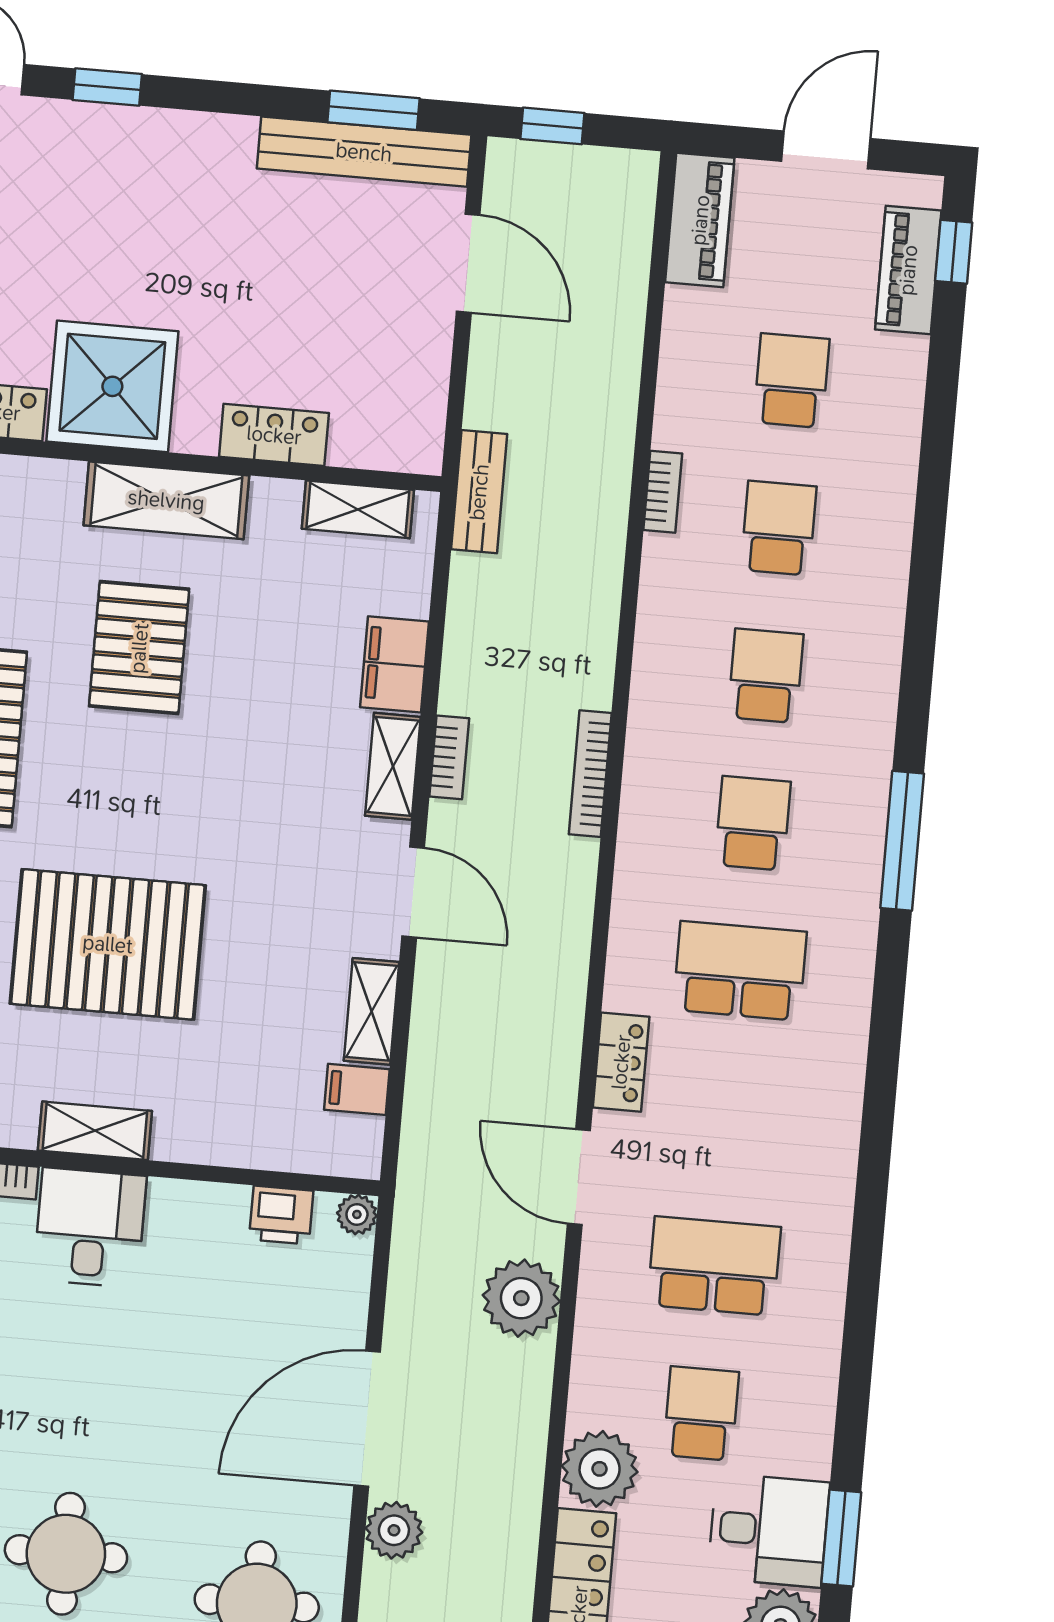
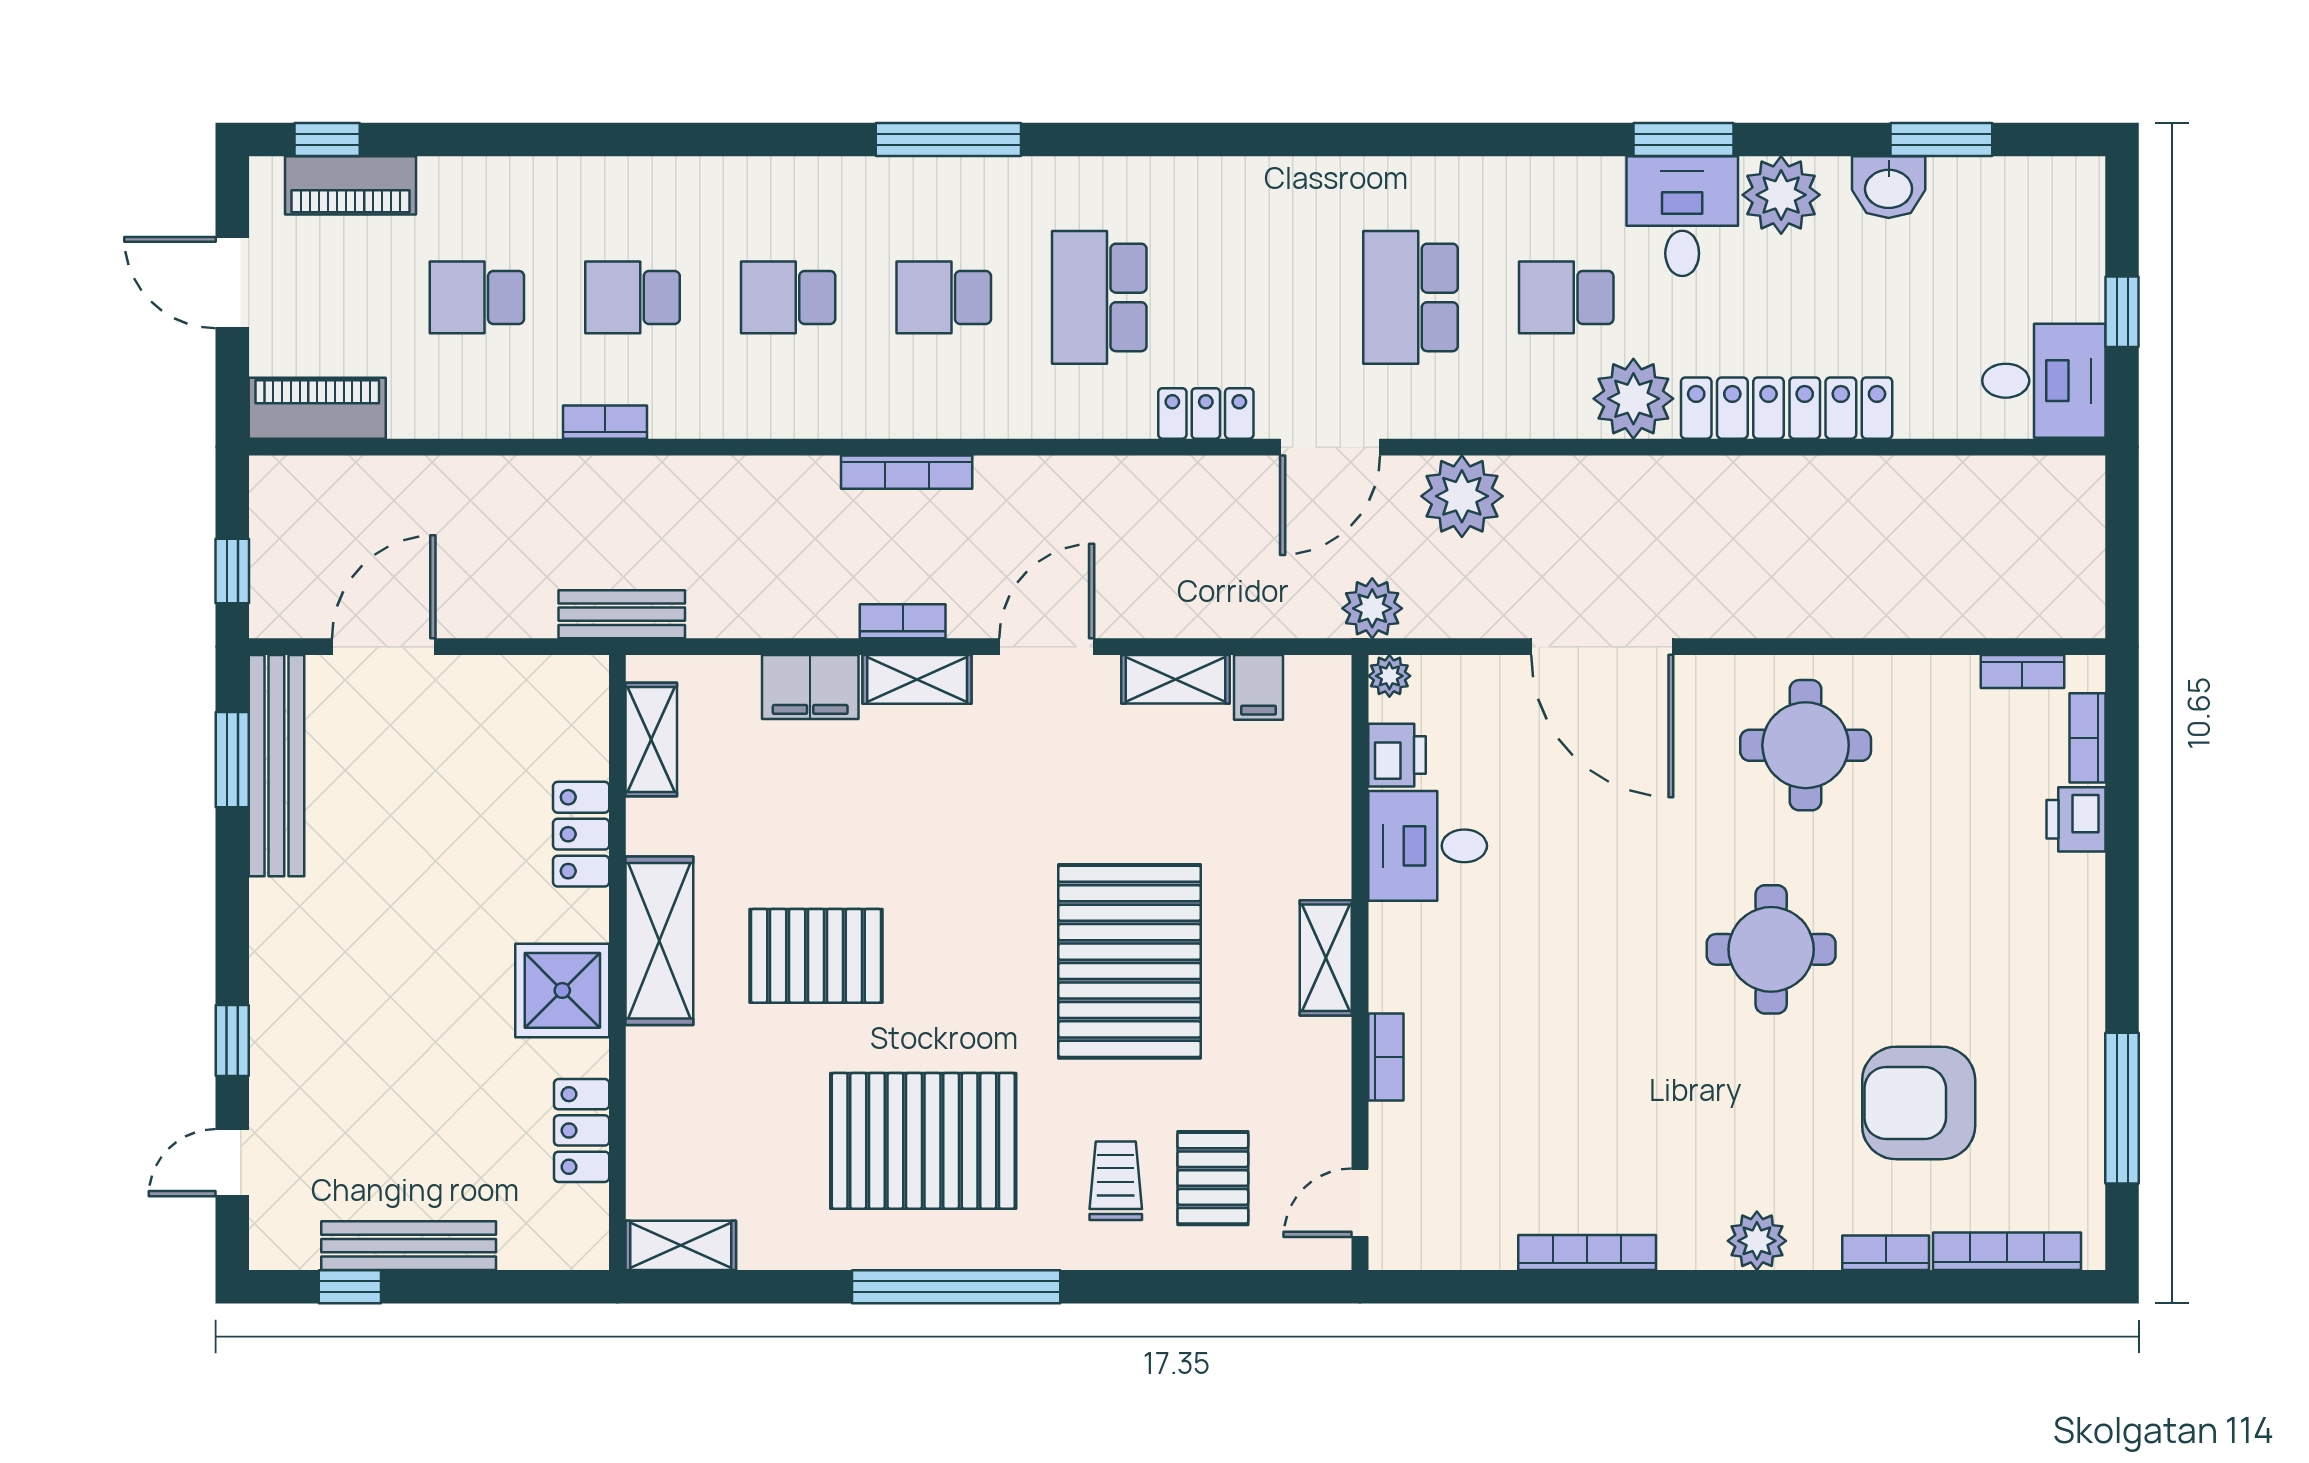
shower: (112, 386) -> (562, 990), width x0.73, depth x0.73
desk: (90, 1228) -> (1428, 846), moved
plant: (394, 1530) -> (1372, 608), moved

